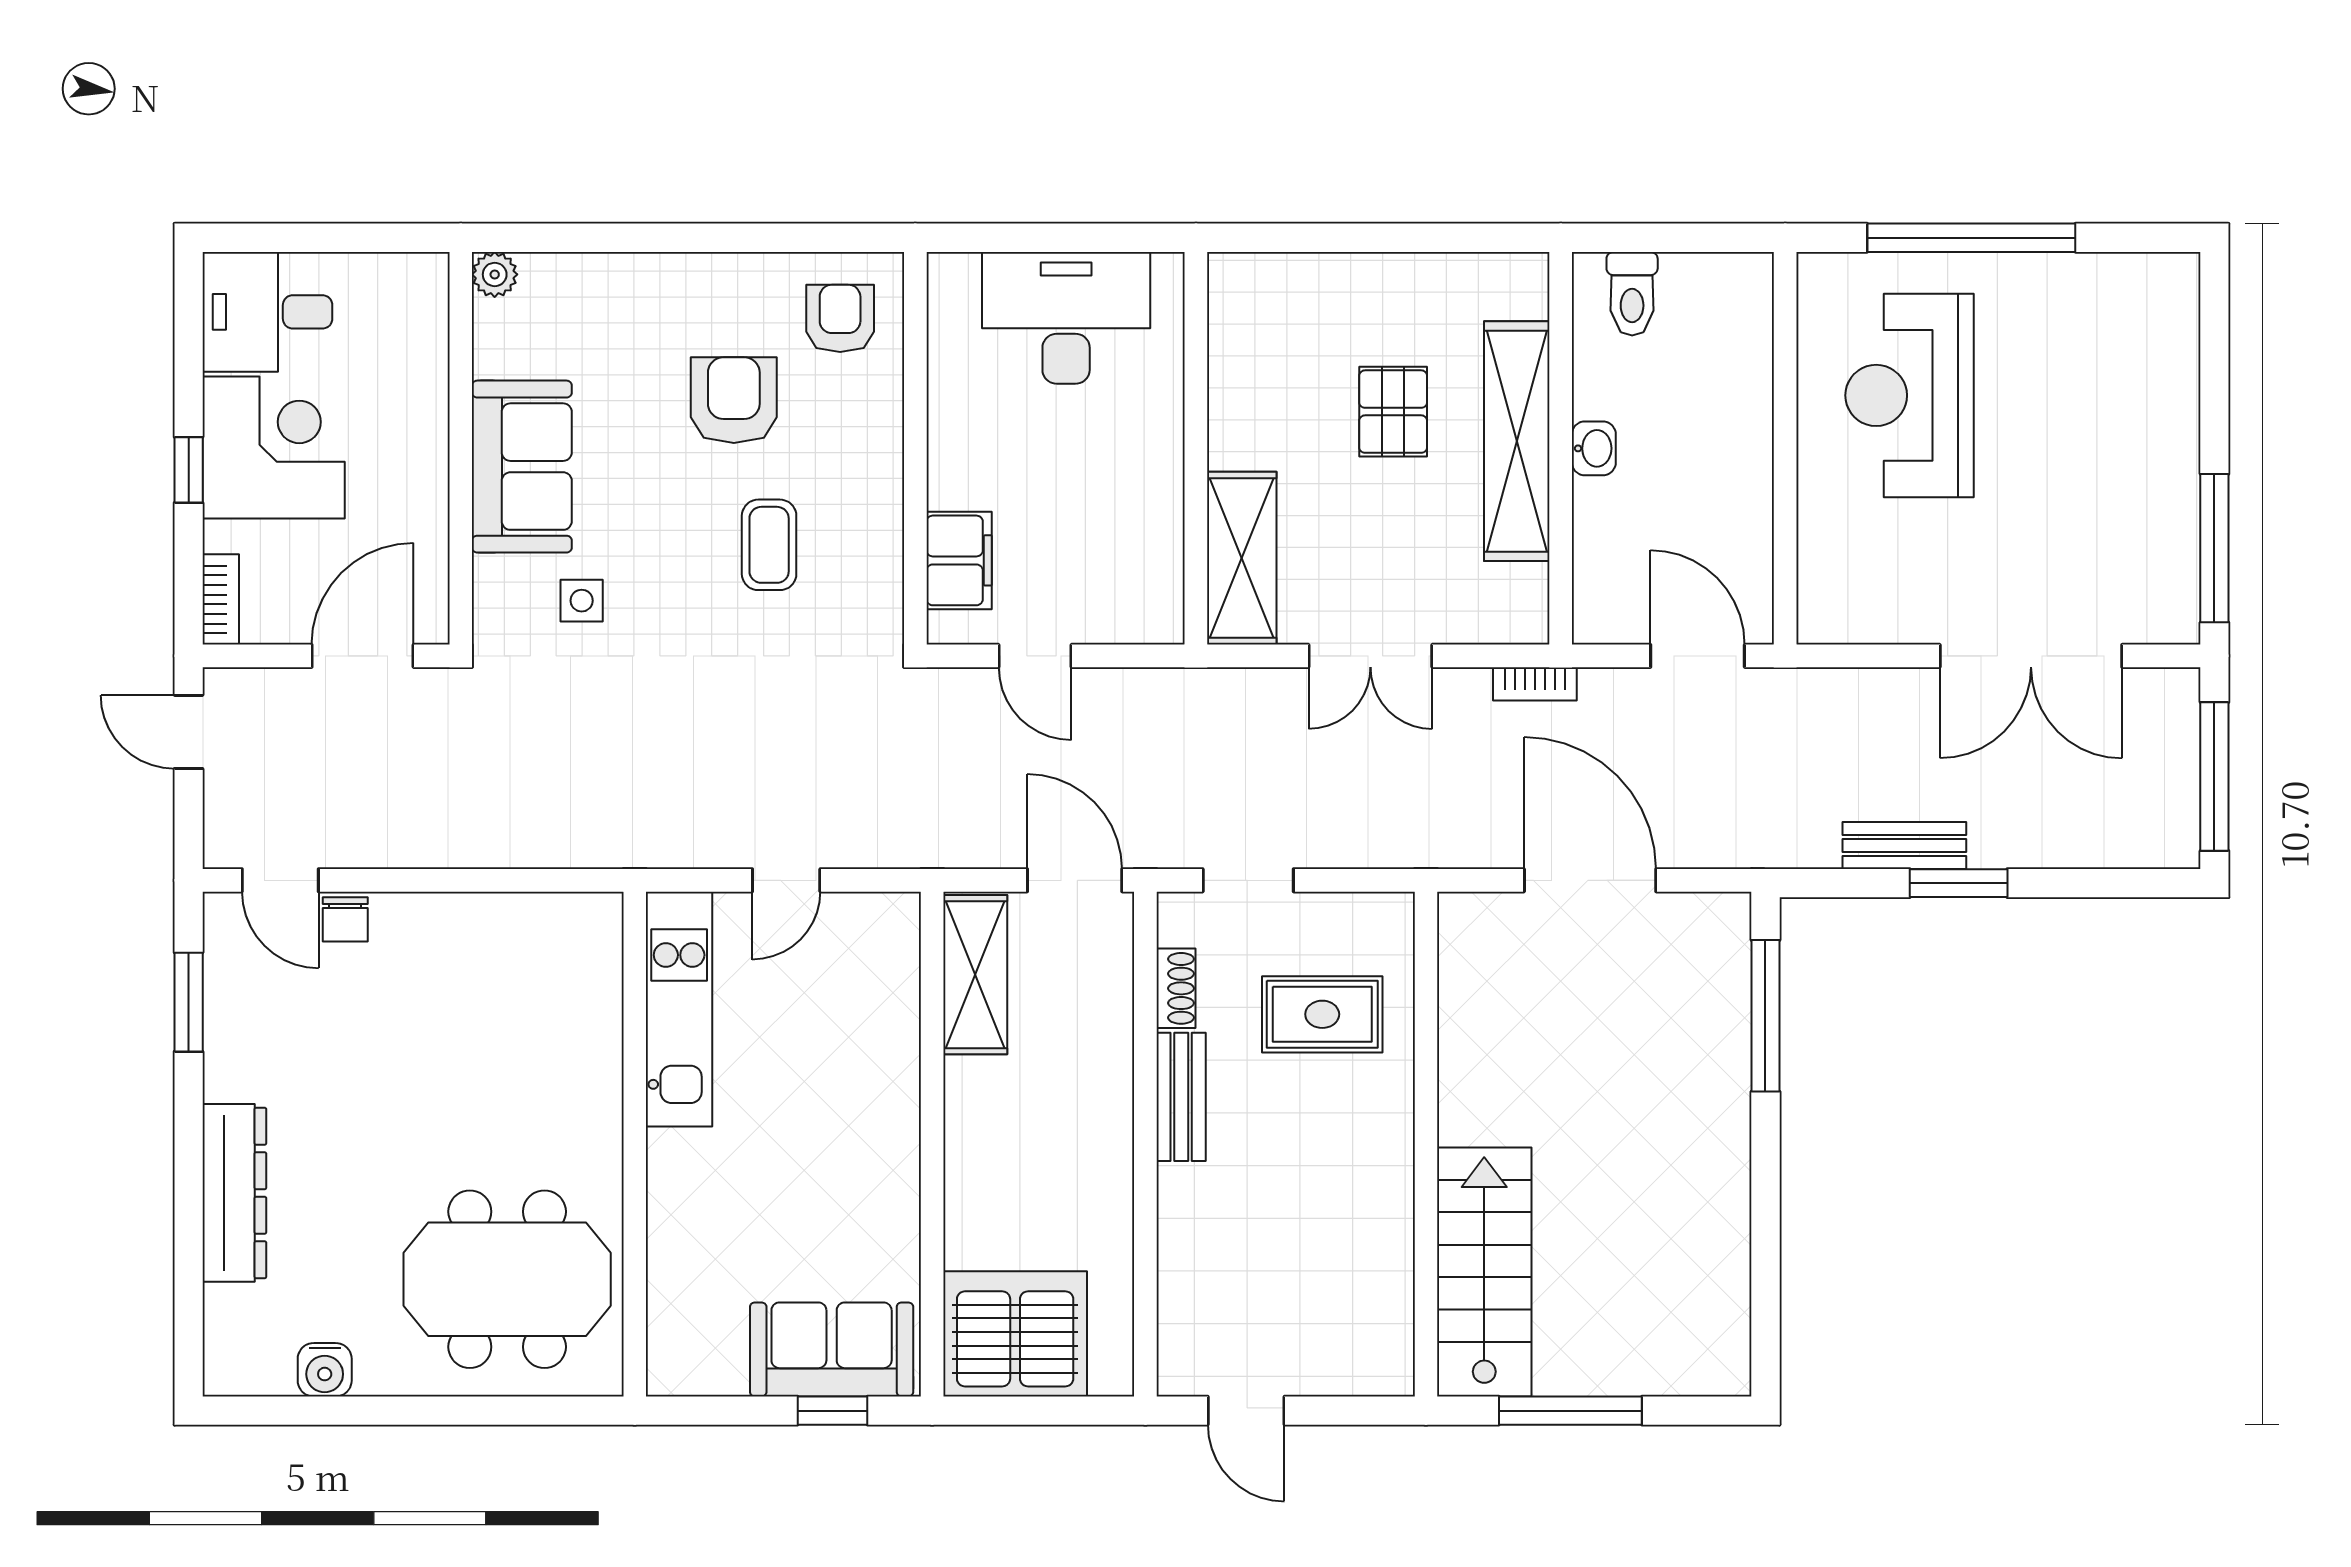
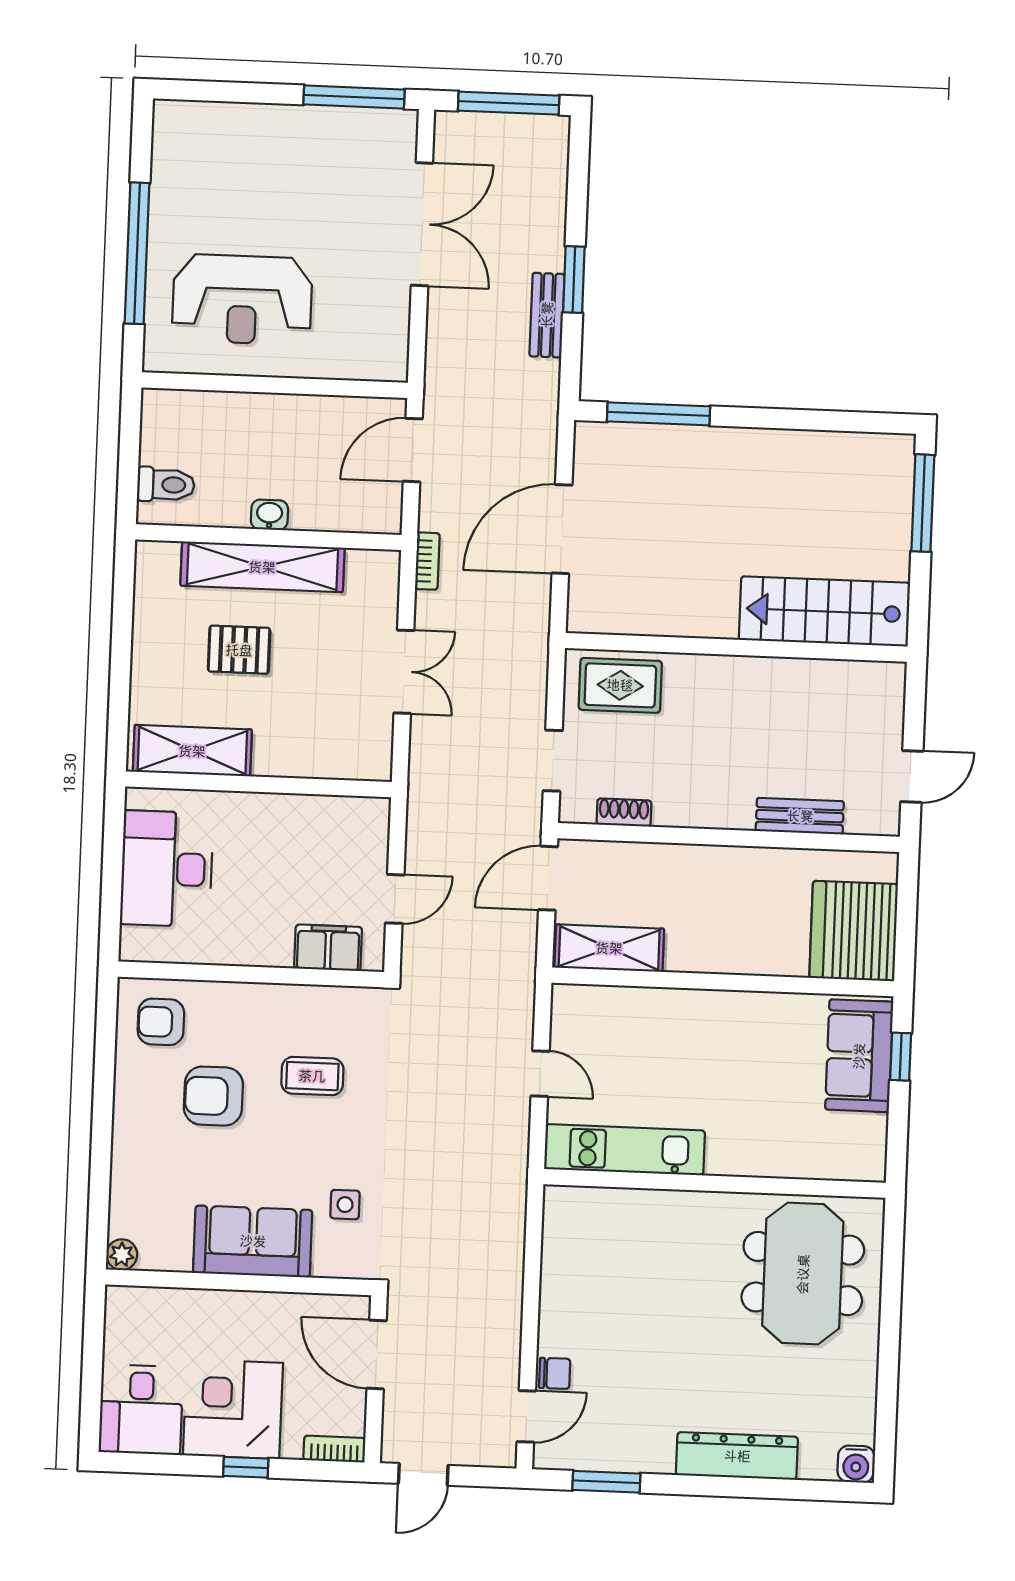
shelving: (1242, 558) -> (192, 751), moved
rug: (1322, 1014) -> (620, 685), moved, turned 90
bench: (1181, 1097) -> (800, 816), moved
water cooler: (325, 1370) -> (856, 1464), moved, turned 90
window: (1570, 1411) -> (923, 503), moved

